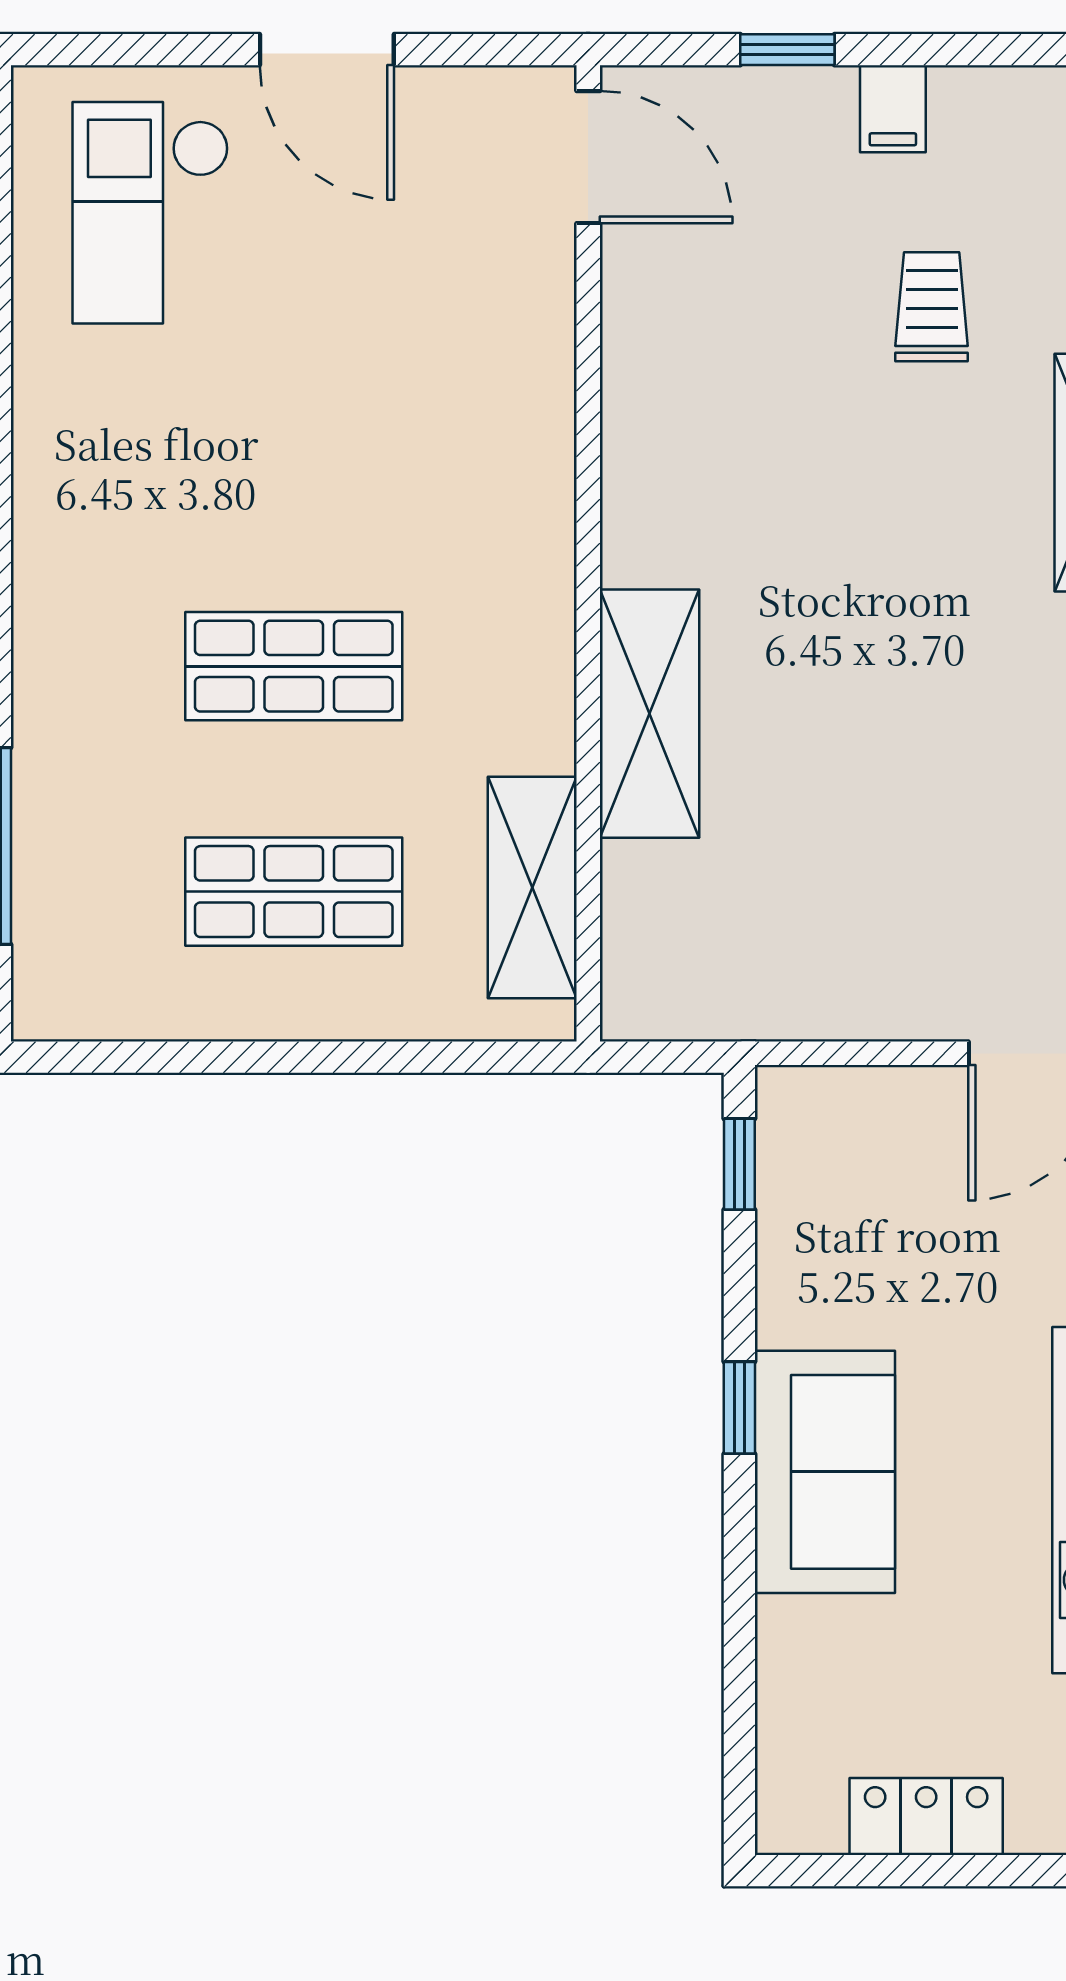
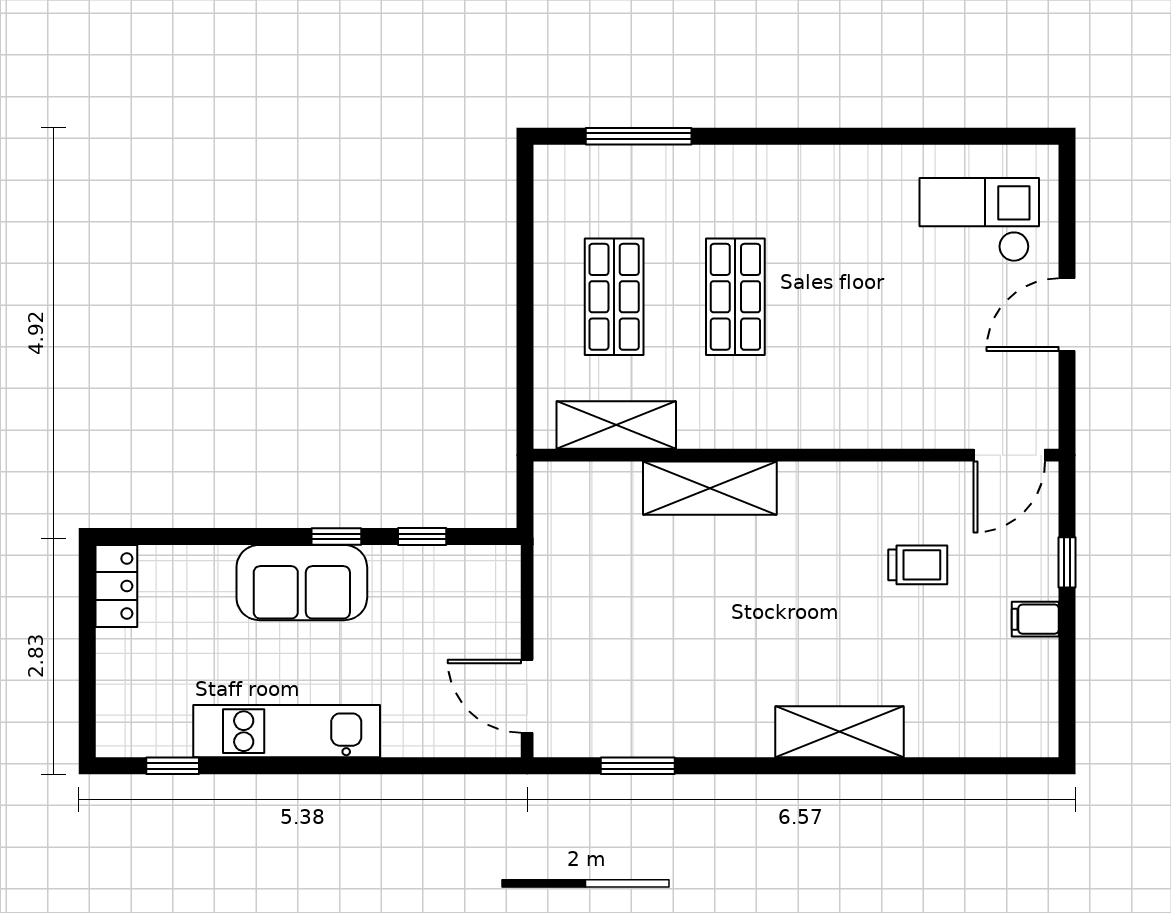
trolley: (932, 307) -> (918, 565), moved
window: (739, 1164) -> (422, 536), moved
locker: (926, 1816) -> (116, 586), moved

